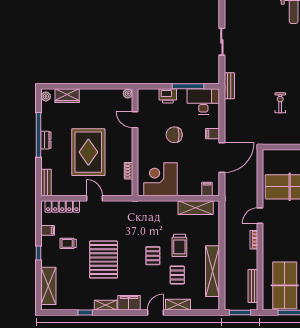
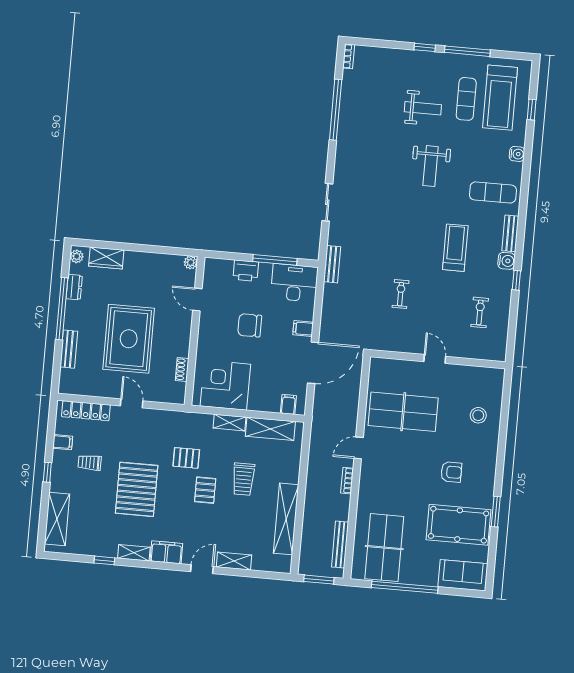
dresser: (46, 140) -> (74, 287), moved
bench: (46, 182) -> (69, 349), moved
shelving: (166, 206) -> (229, 423), added
pallet: (177, 275) -> (186, 458), moved, turned 90

